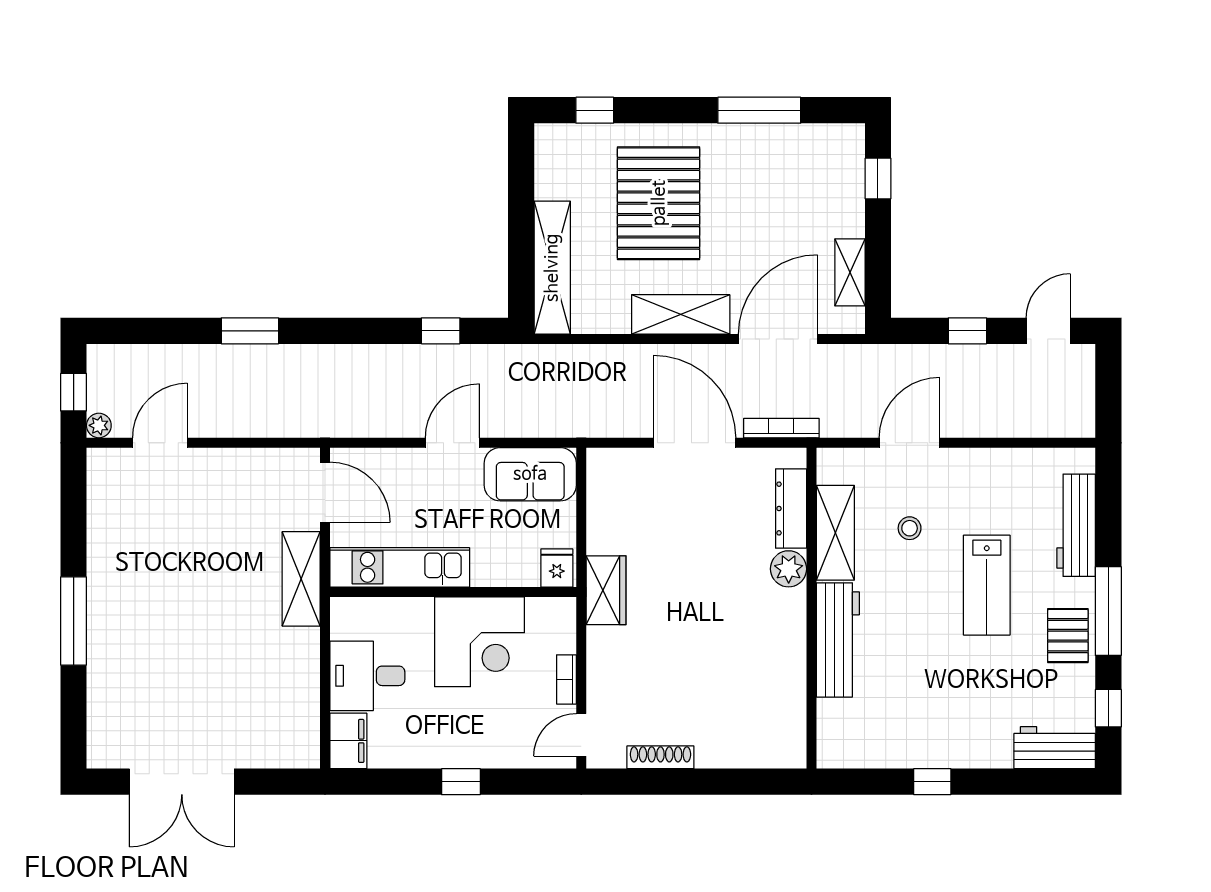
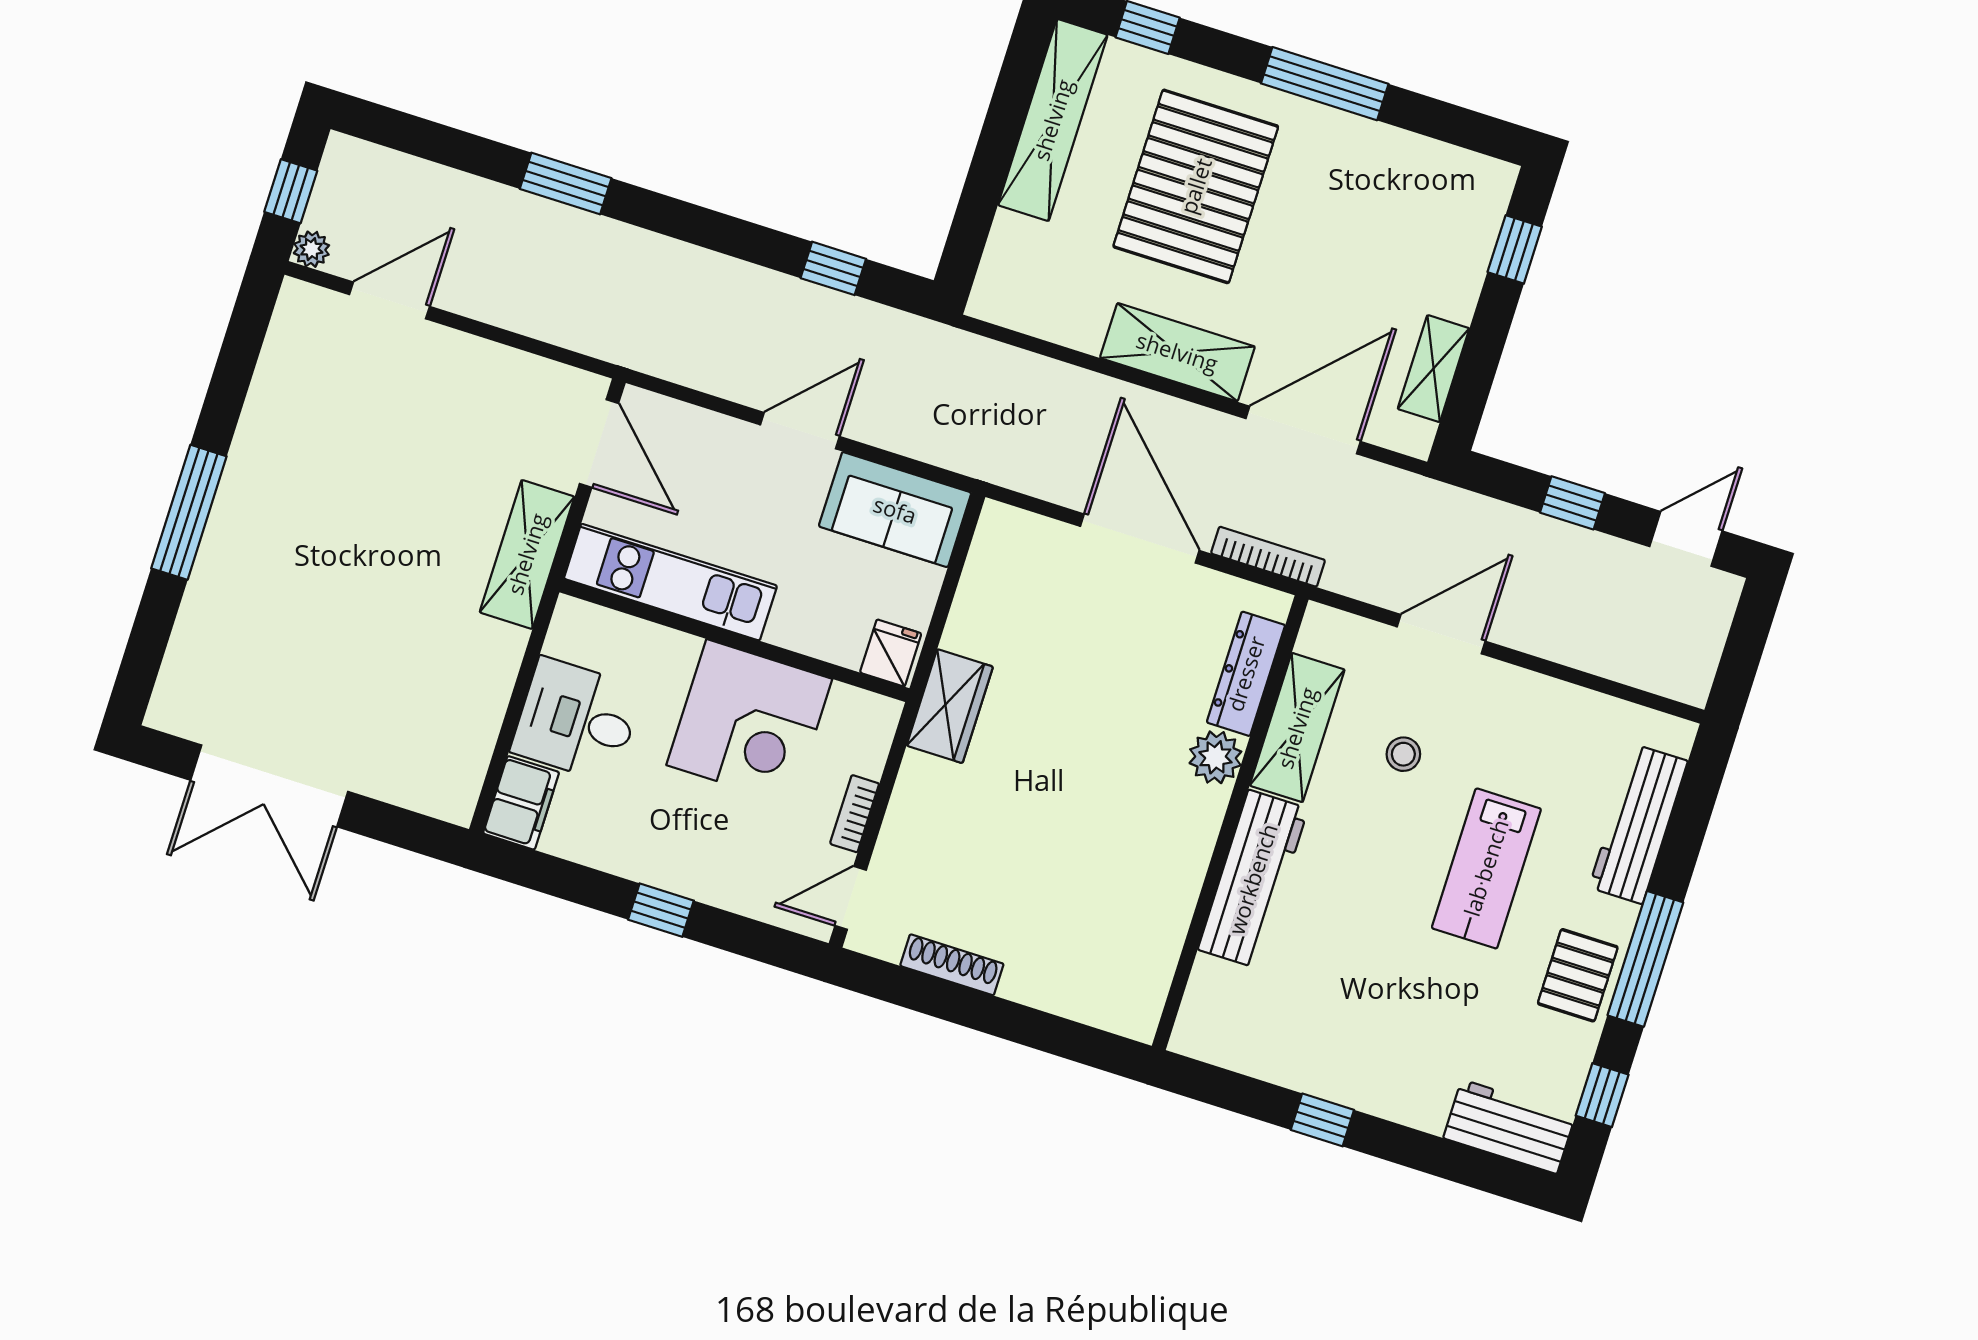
window: (759, 110) -> (1325, 84), moved
shelving: (552, 268) -> (1053, 120), moved

